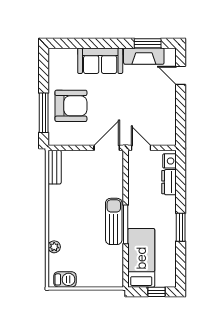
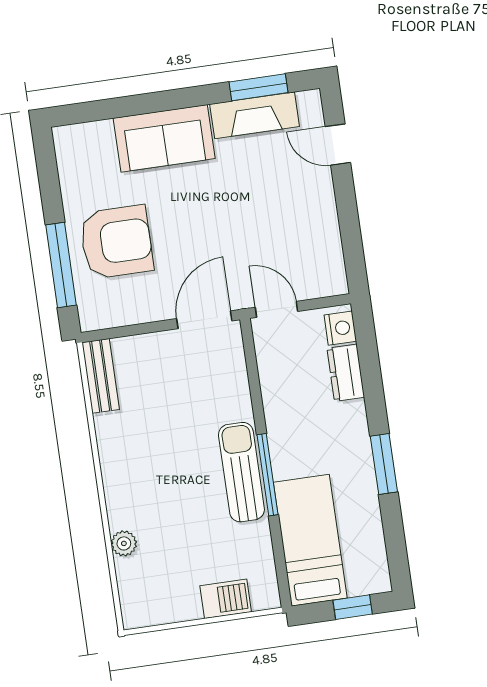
barbecue: (65, 279) -> (226, 599), moved

